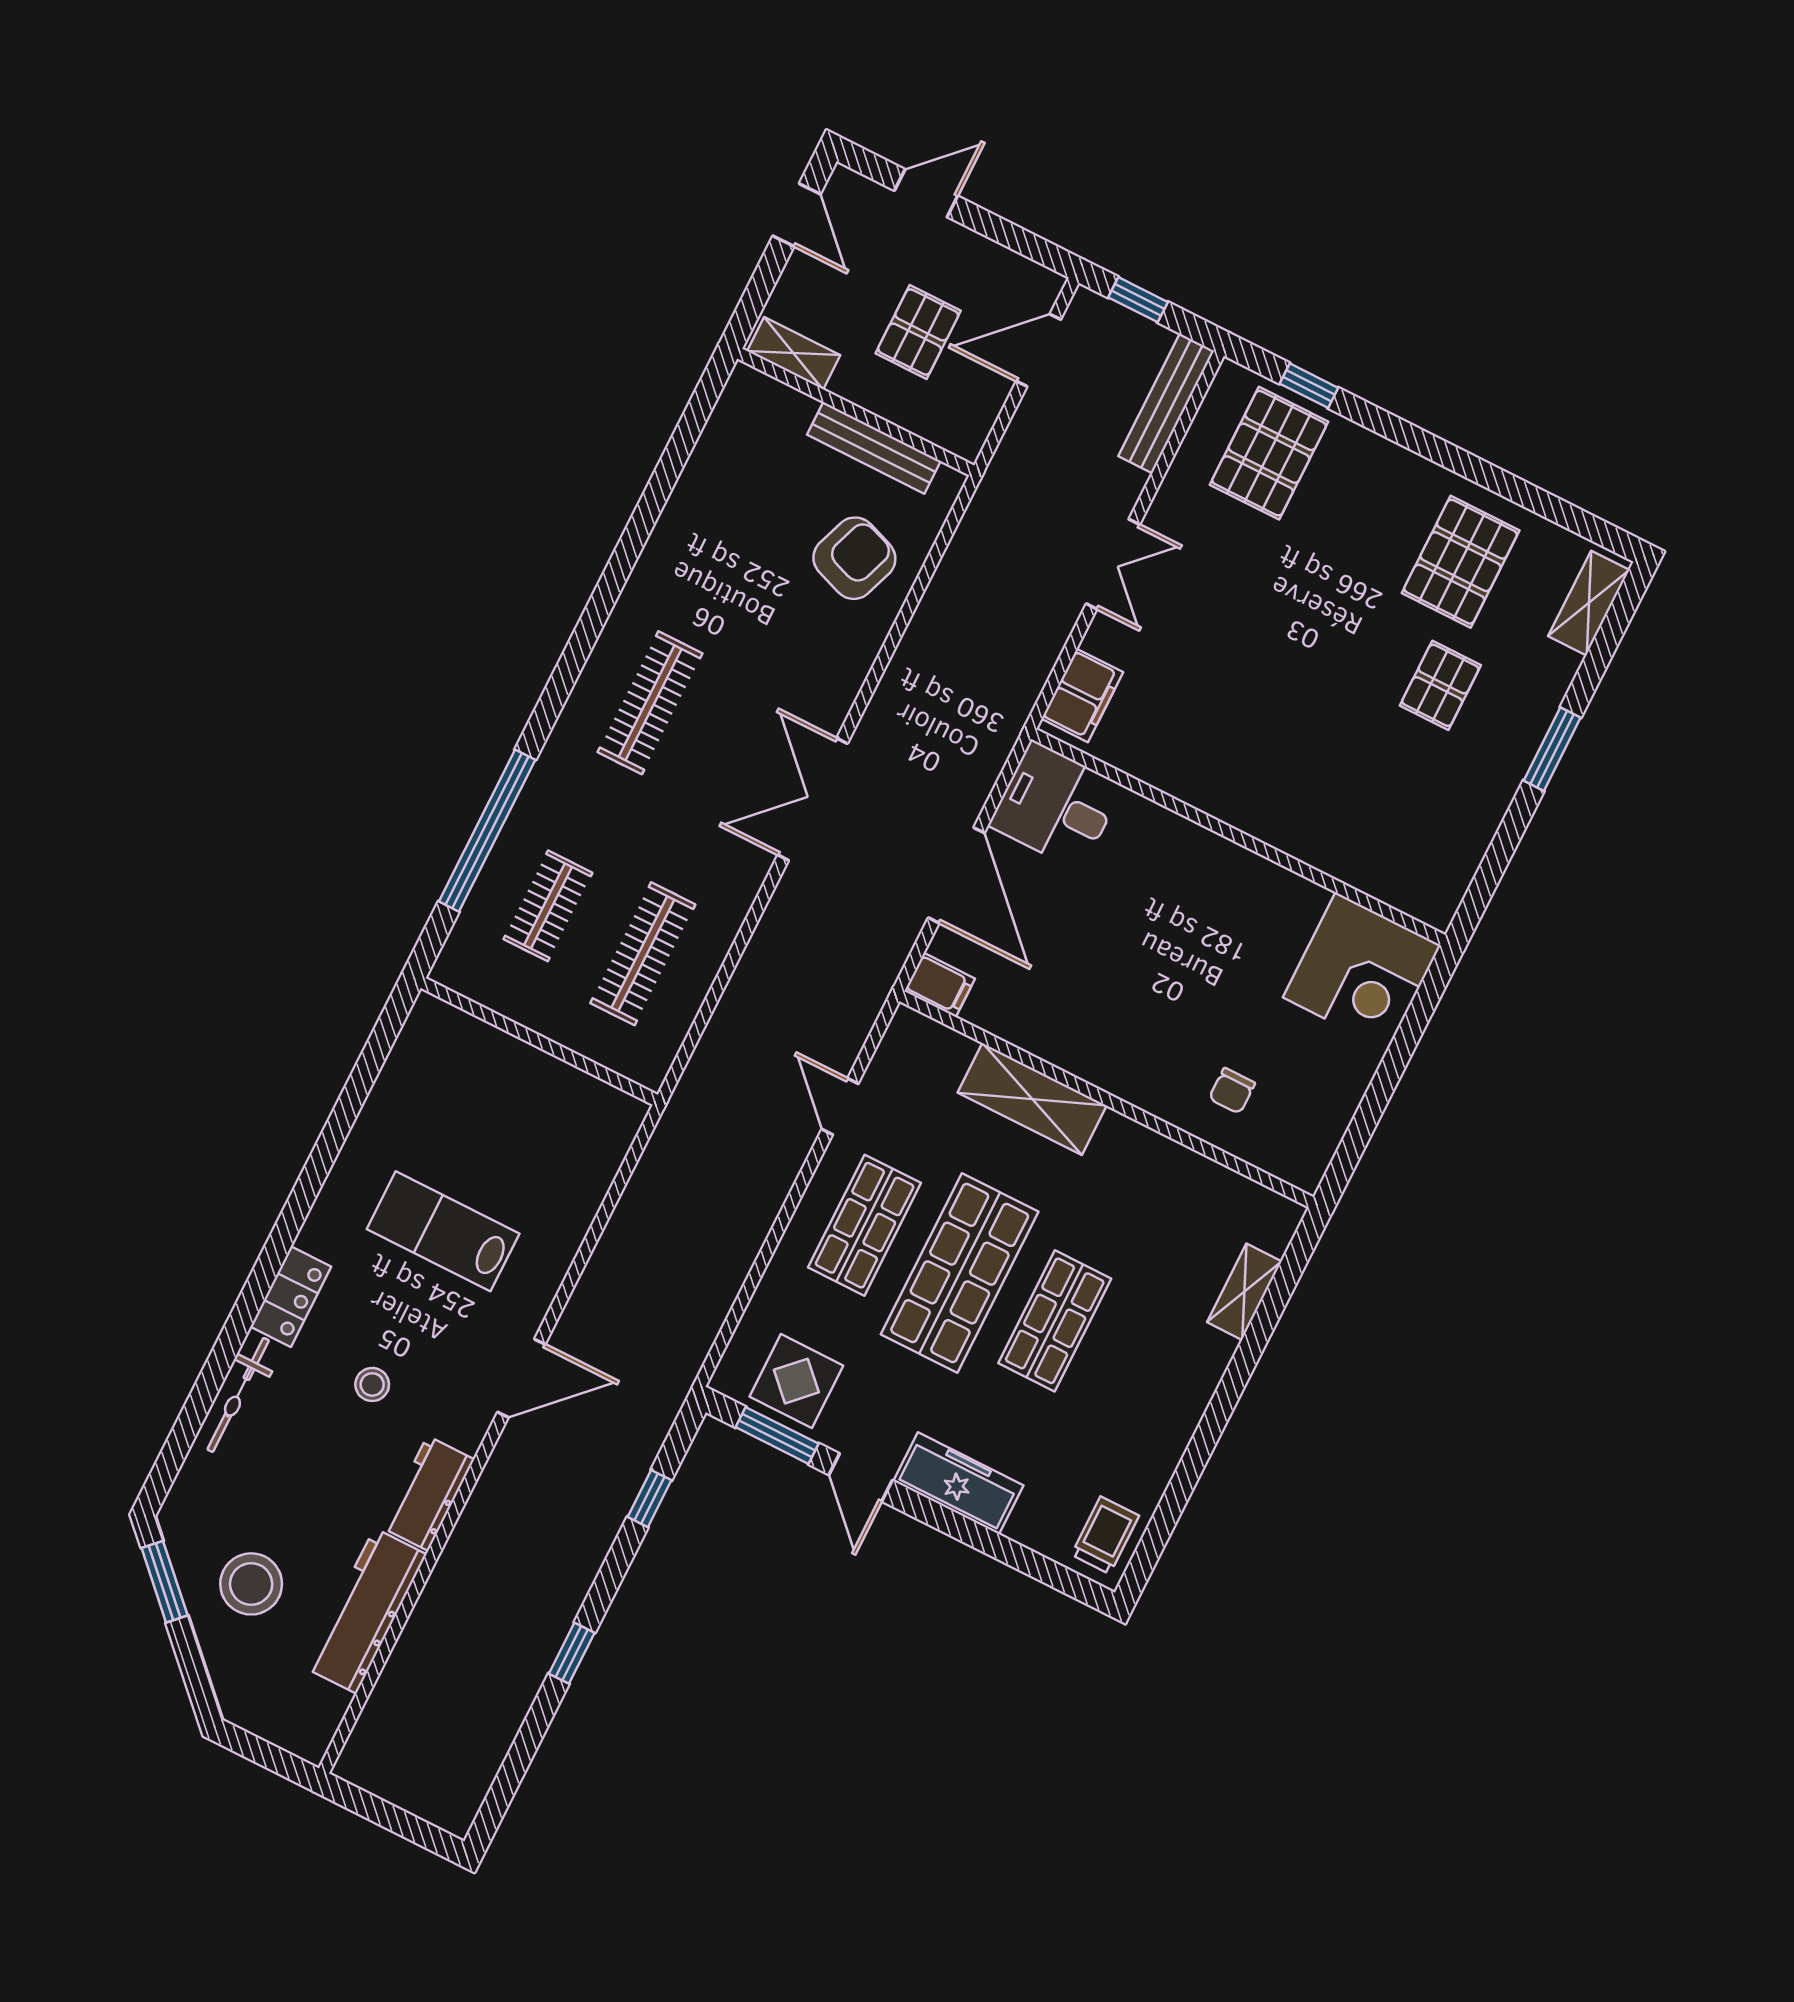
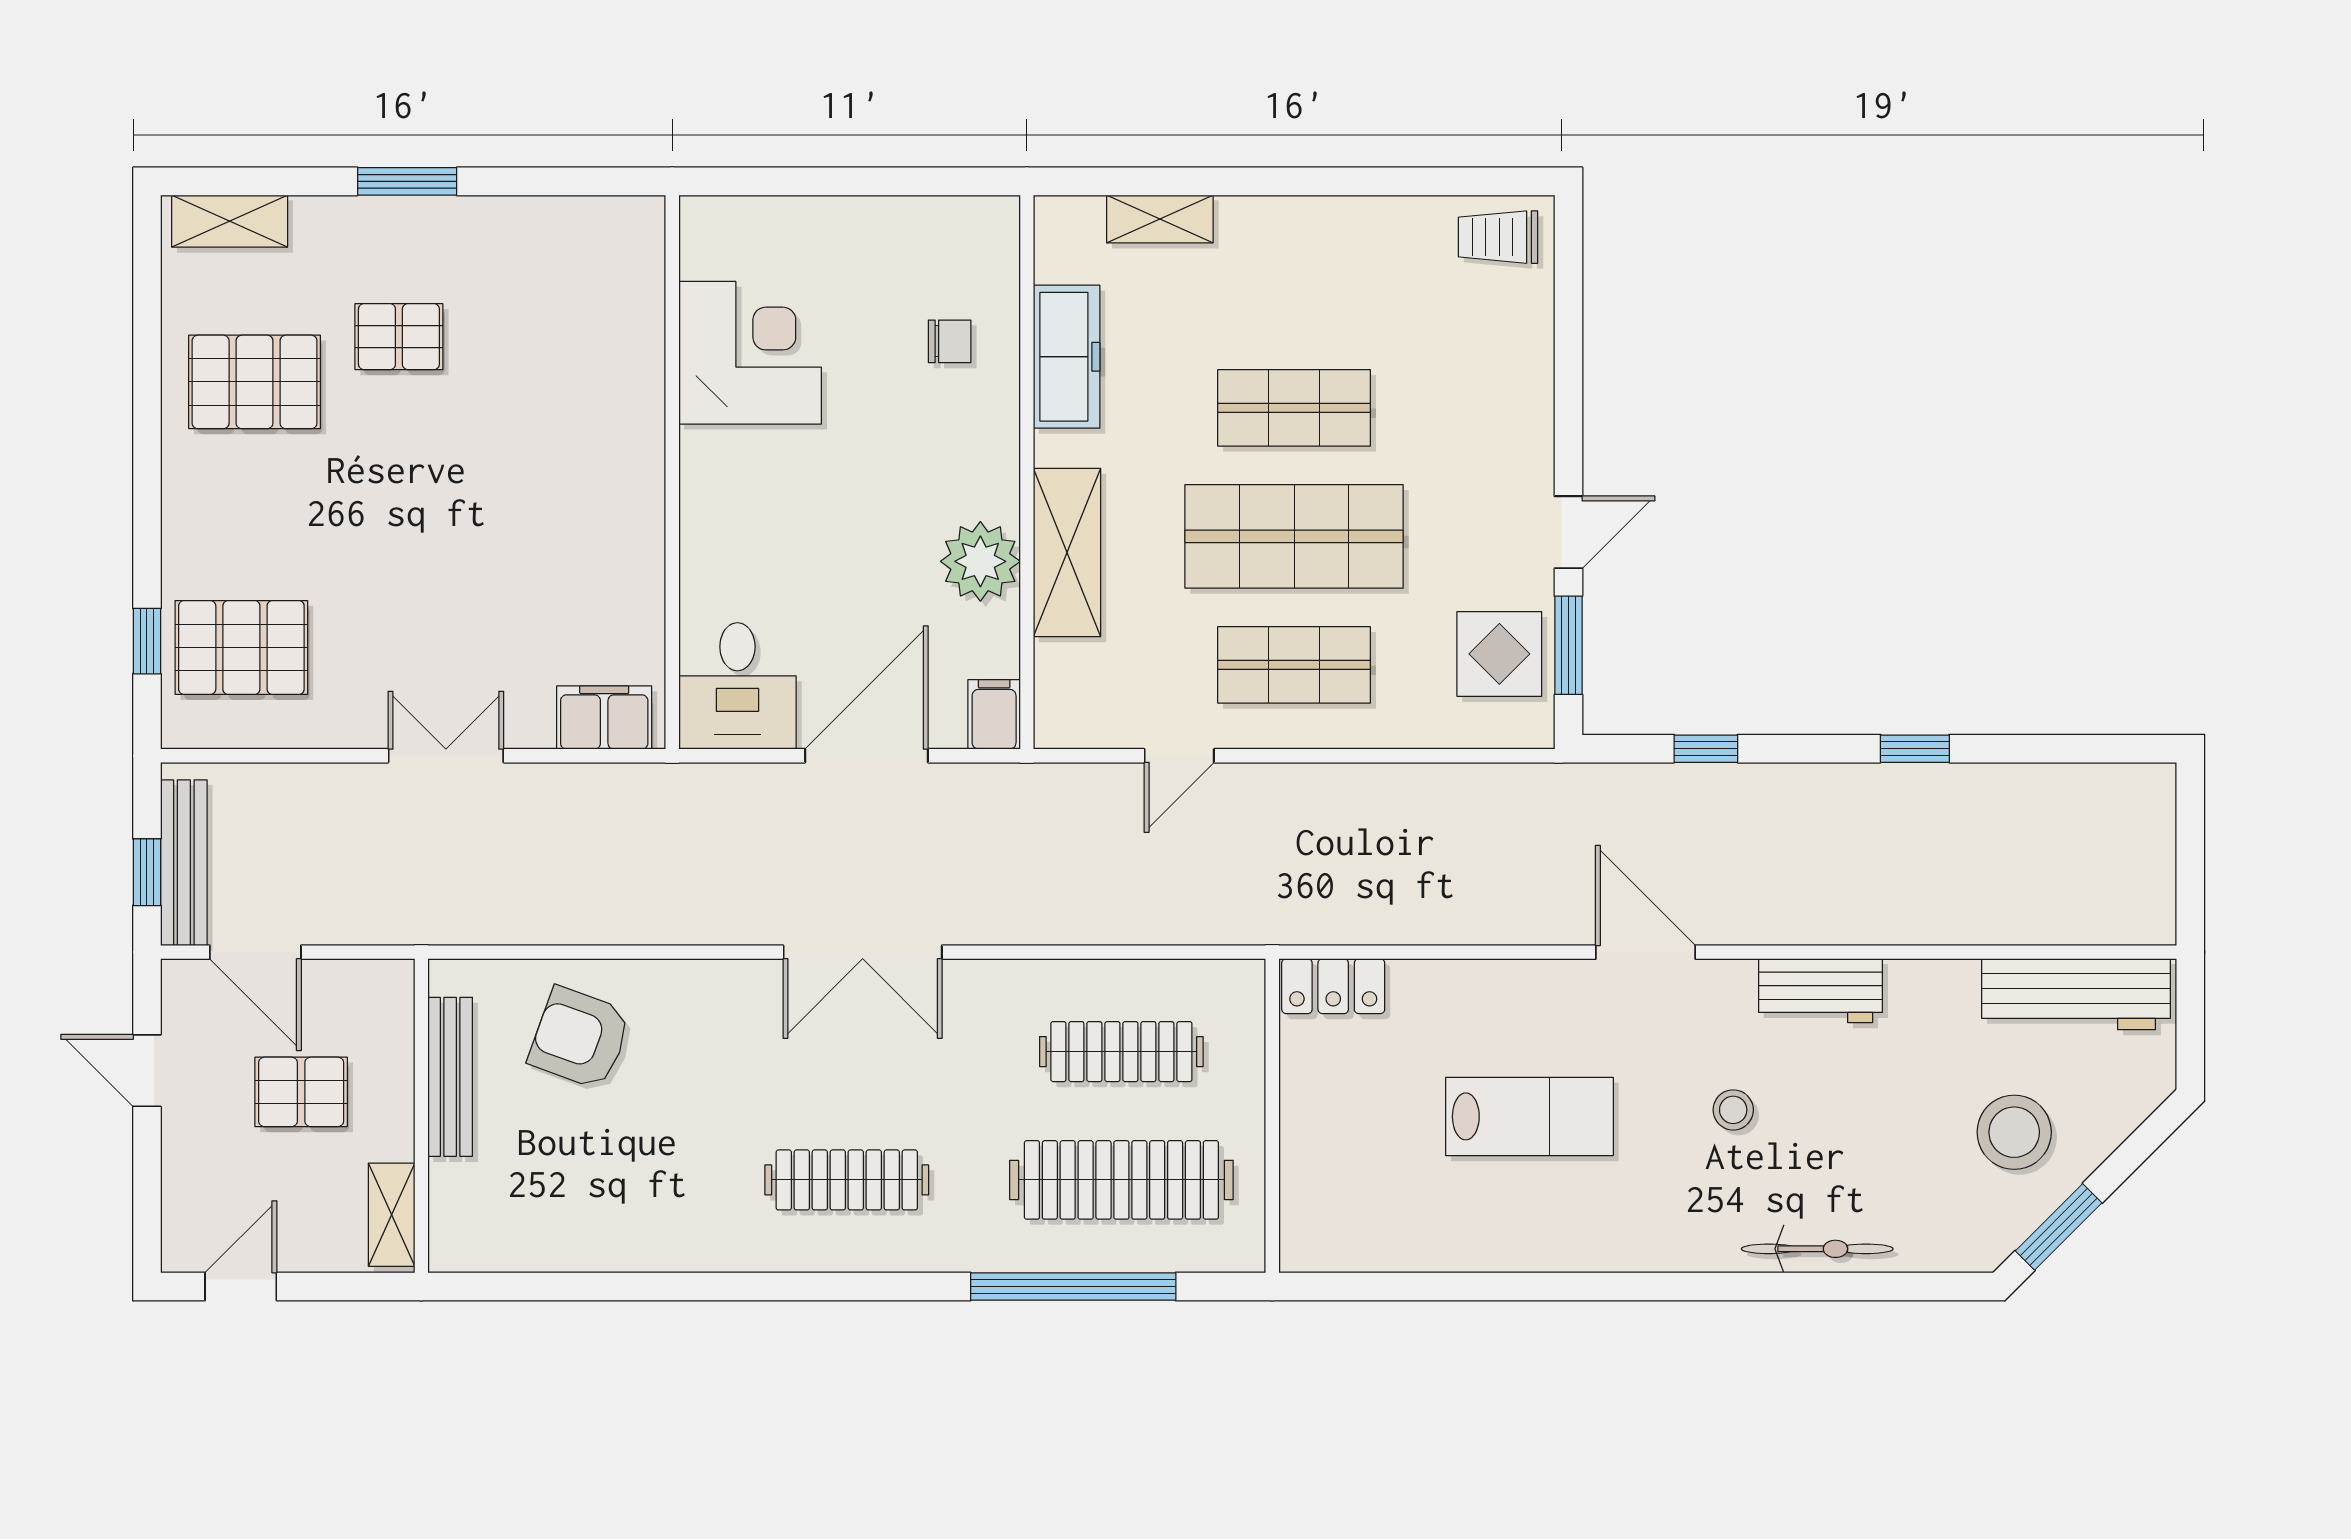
door: (926, 193) -> (147, 1071), moved
bench: (1166, 403) -> (184, 863), moved, turned 90
clothes rail: (548, 906) -> (1121, 1180), width x1.86, depth x1.31
corner desk: (1362, 971) -> (750, 353), moved
plant: (1058, 1032) -> (980, 561), added
lab bench: (443, 1231) -> (1529, 1116), turned -90
locker: (291, 1297) -> (1333, 986), moved, turned 180
freezer: (958, 1483) -> (1067, 357), moved, turned 180
workbench: (365, 1611) -> (2076, 994), moved

